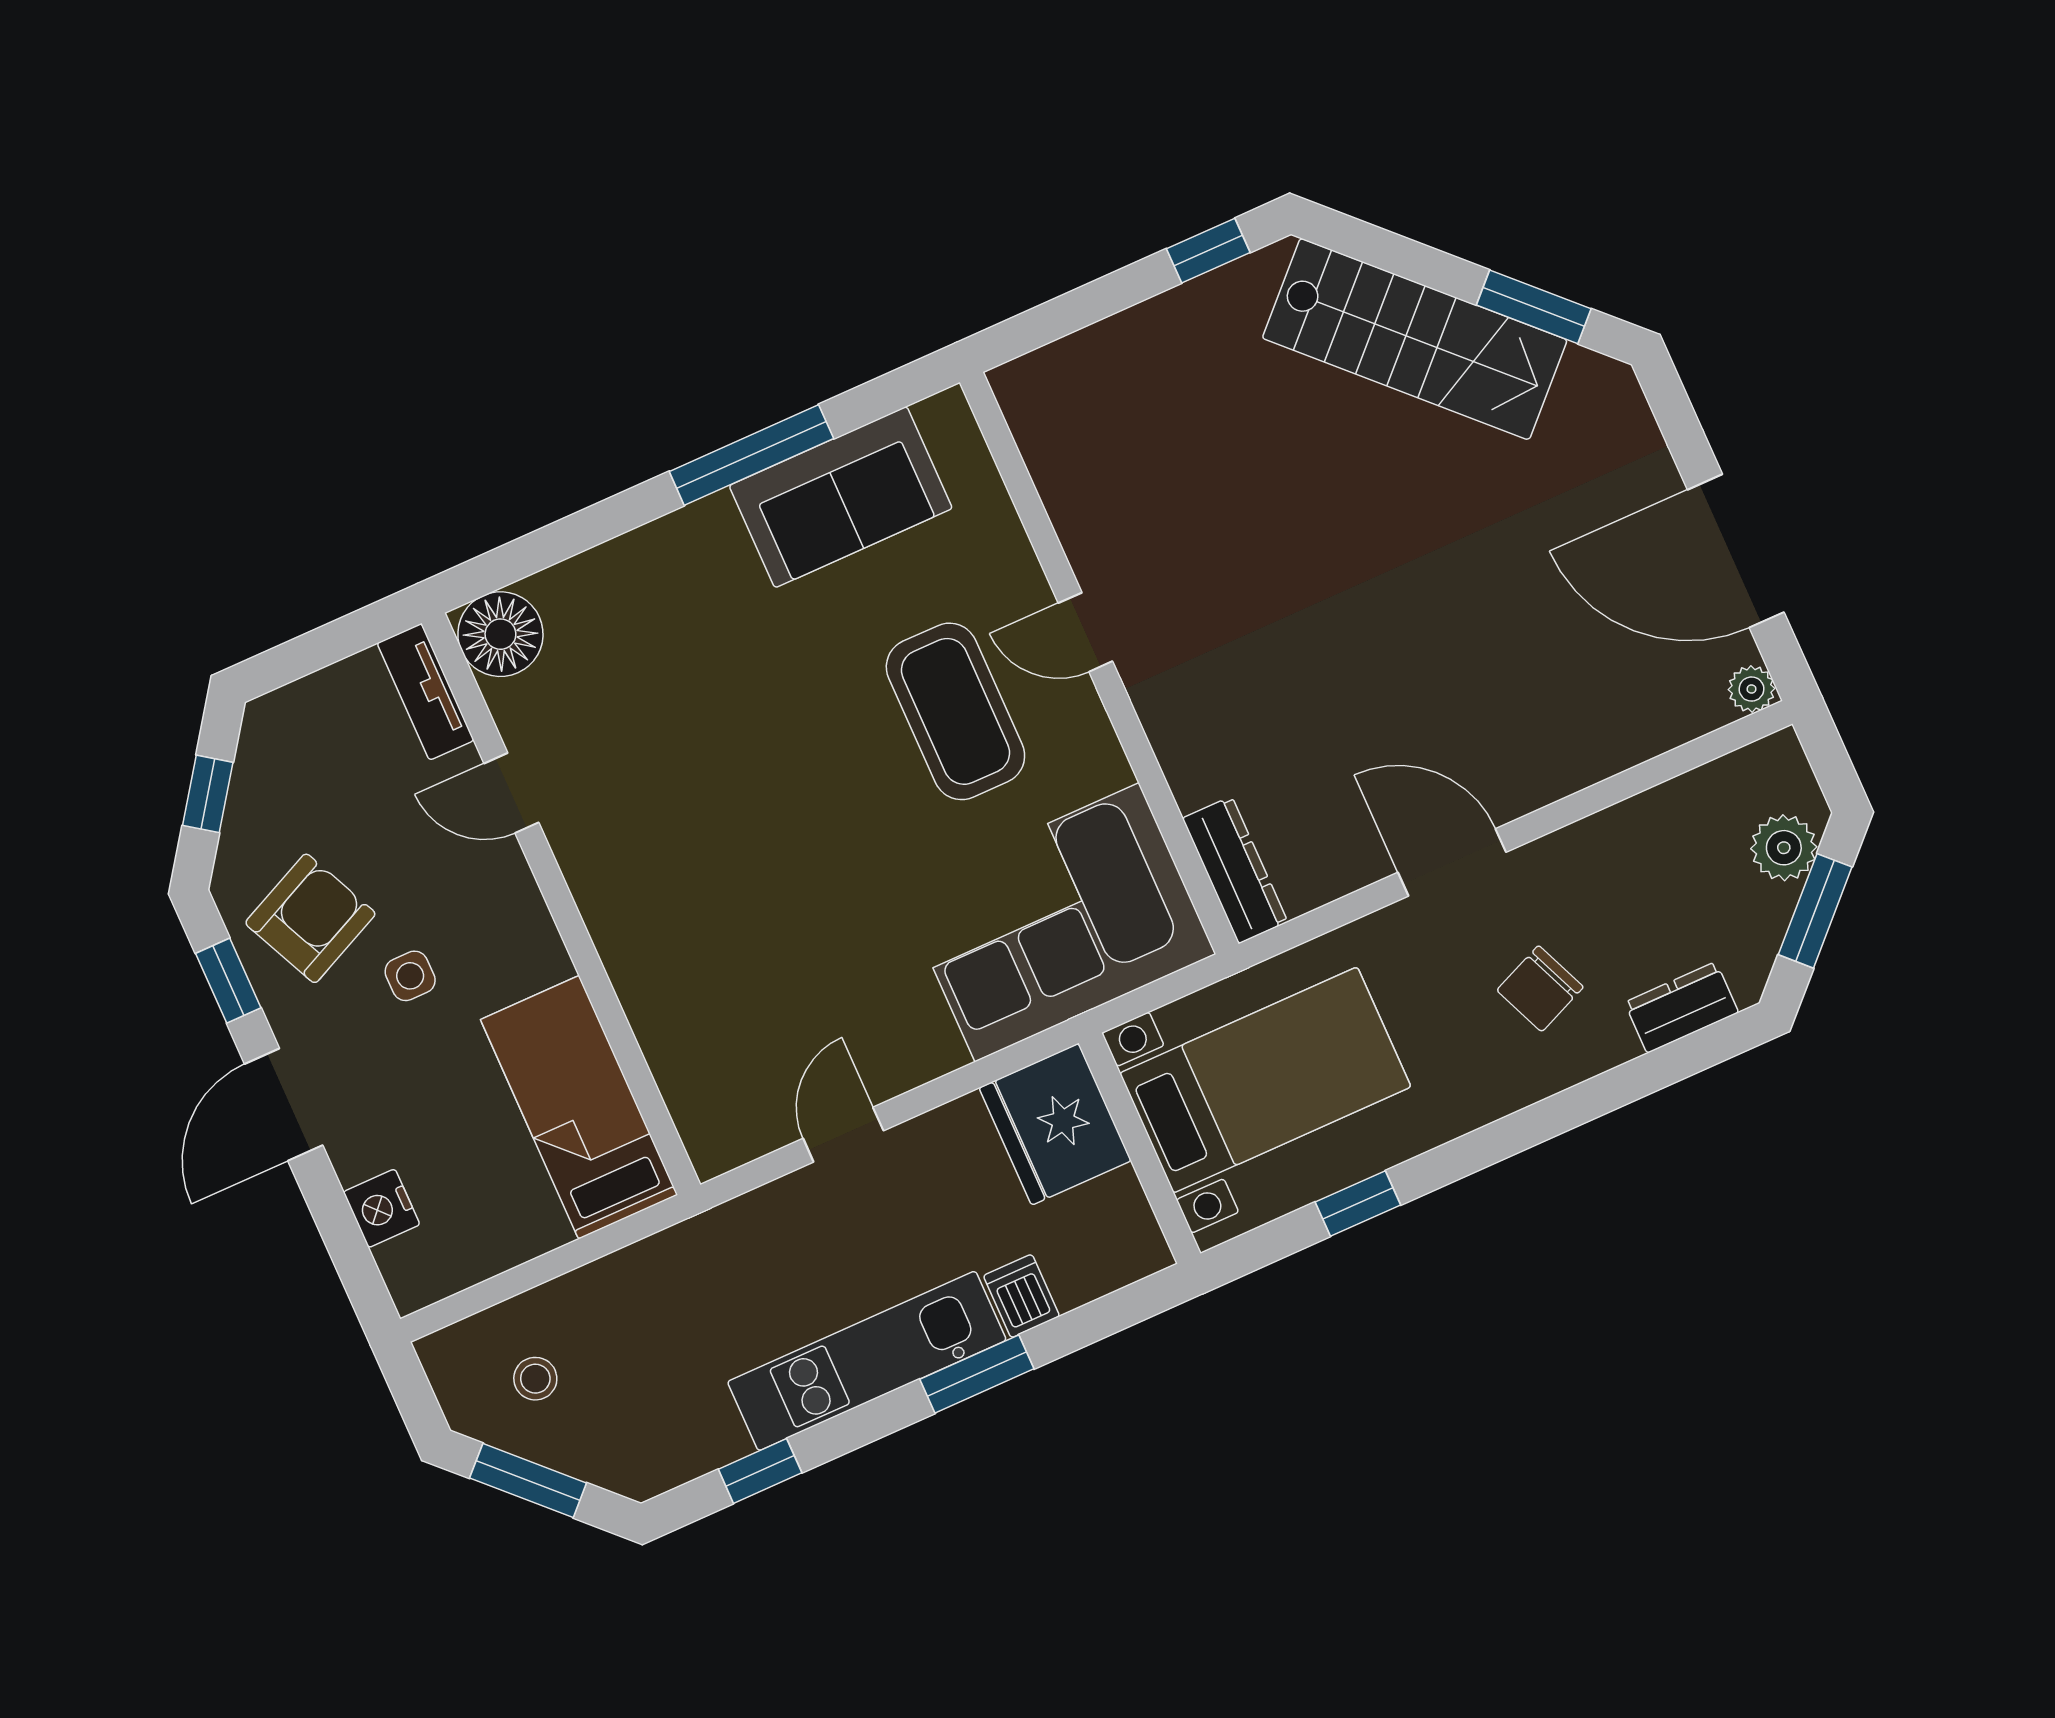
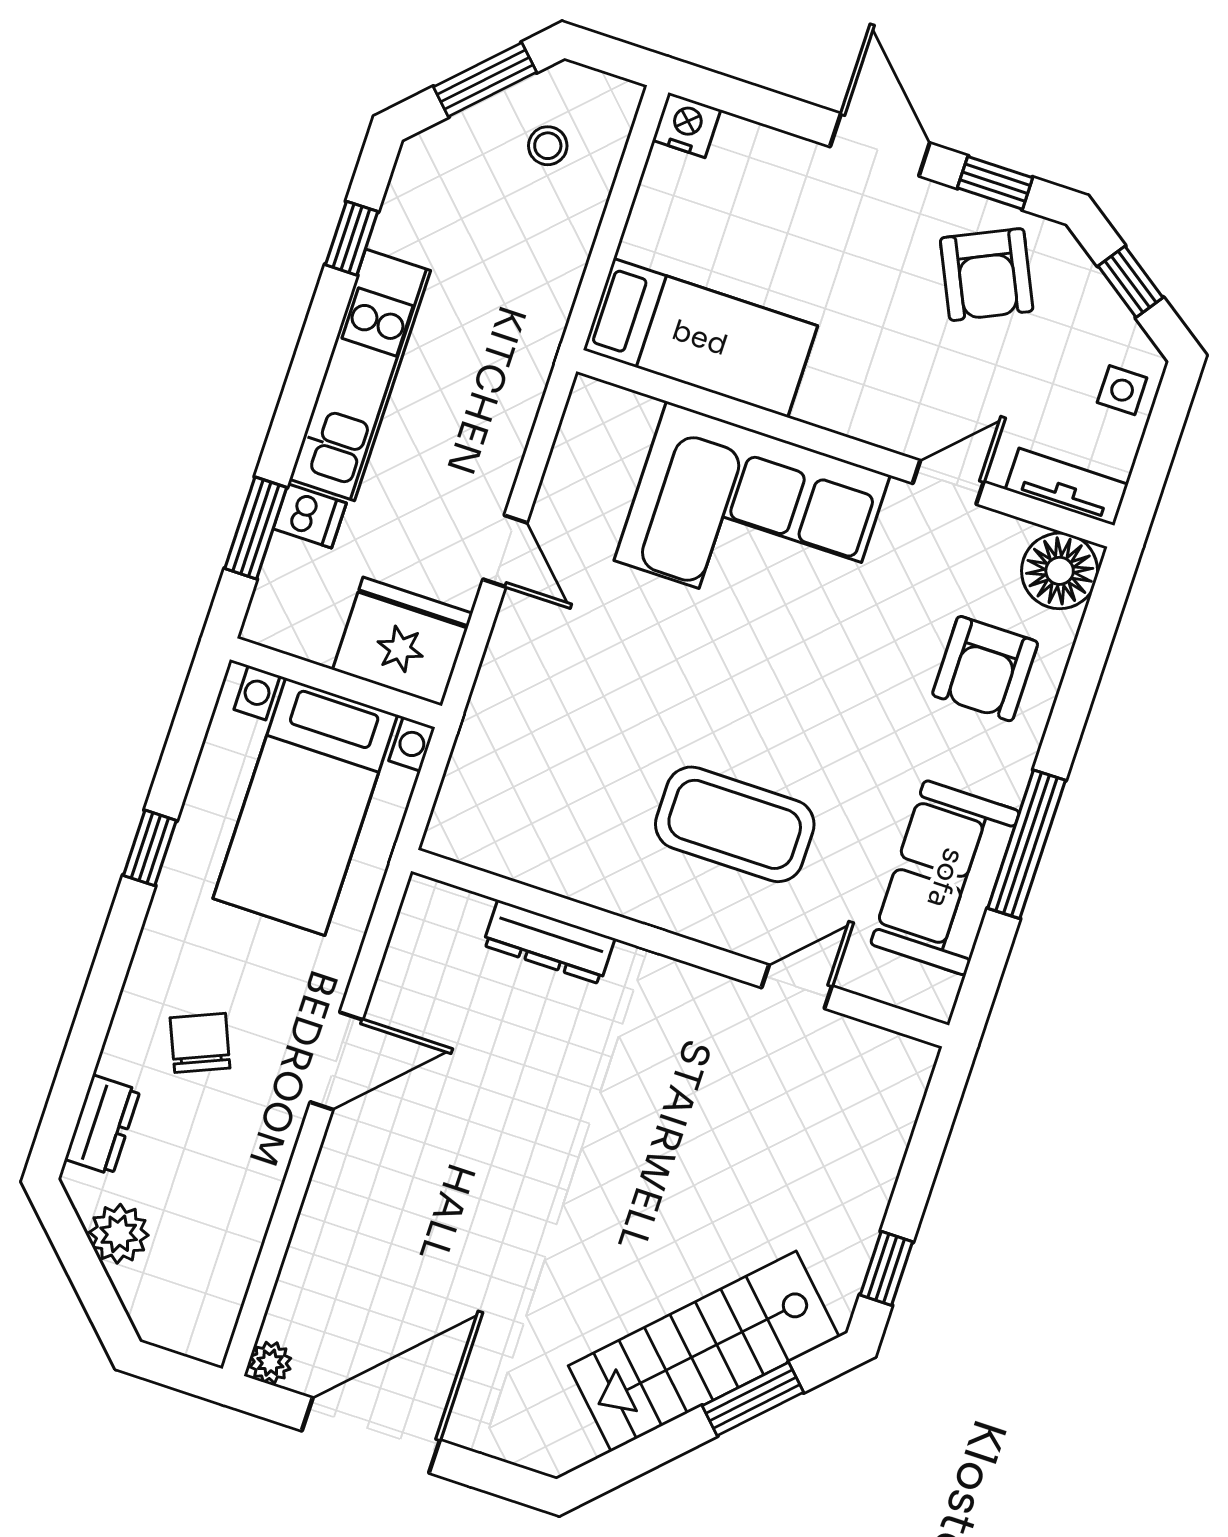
window: (1534, 307) -> (753, 1399), moved
armchair: (638, 622) -> (985, 669), added
door: (1085, 632) -> (797, 987), moved
plant: (1784, 848) -> (119, 1234), moved
dresser: (1235, 870) -> (549, 942), moved
window: (1815, 911) -> (86, 1271), removed
corner sofa: (1057, 922) -> (752, 518), moved, turned 90
side table: (410, 976) -> (1122, 390), moved
door: (843, 1135) -> (505, 551), moved
window: (1358, 1204) -> (150, 848), moved
nightstand: (382, 1208) -> (687, 125), moved
window: (977, 1374) -> (256, 528), moved

